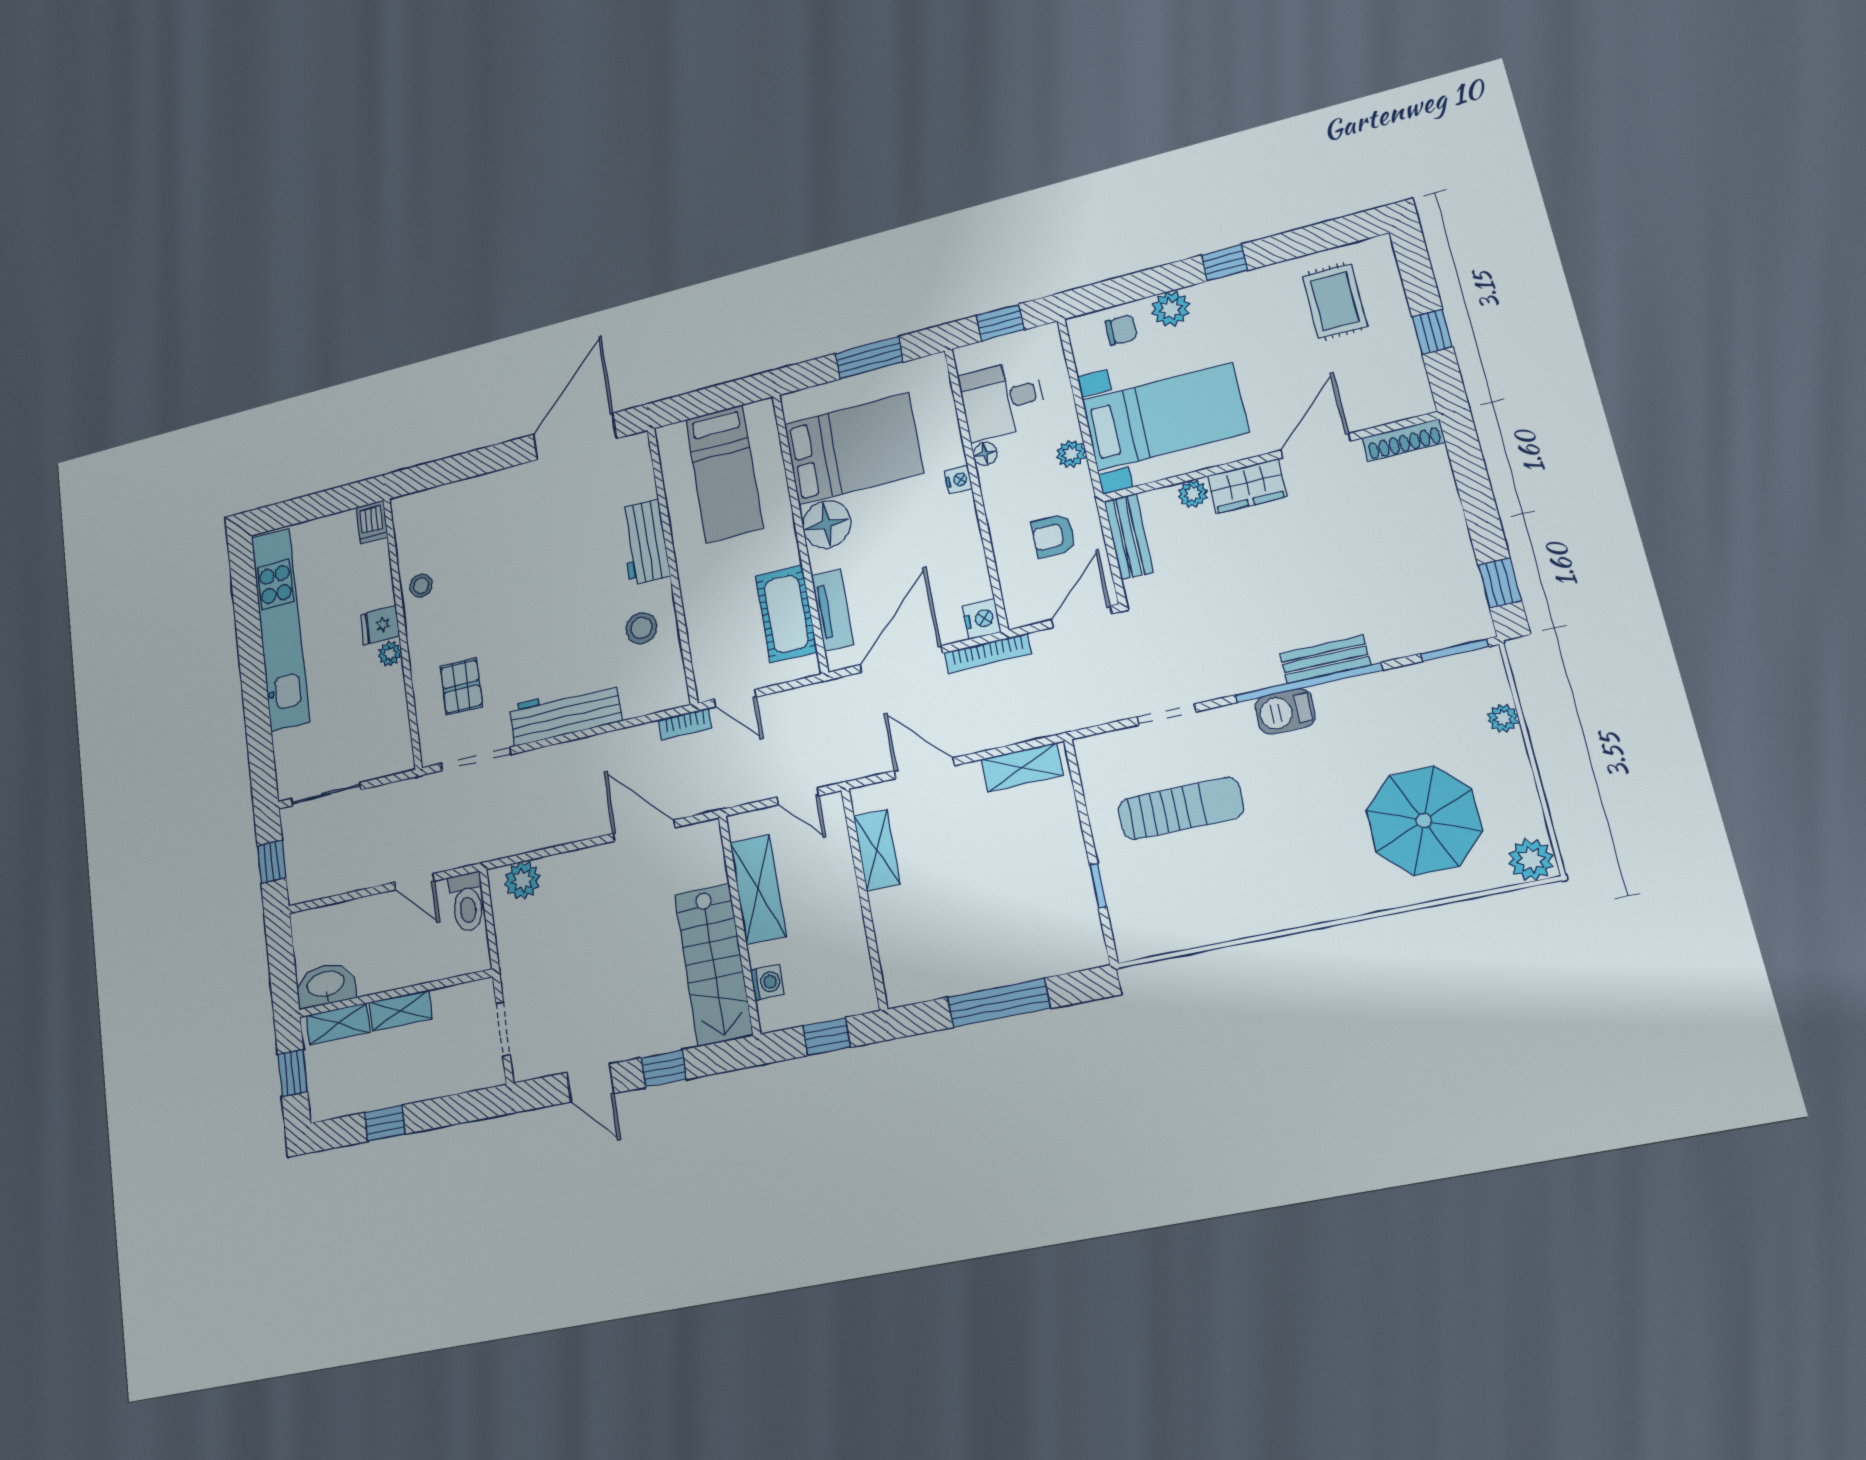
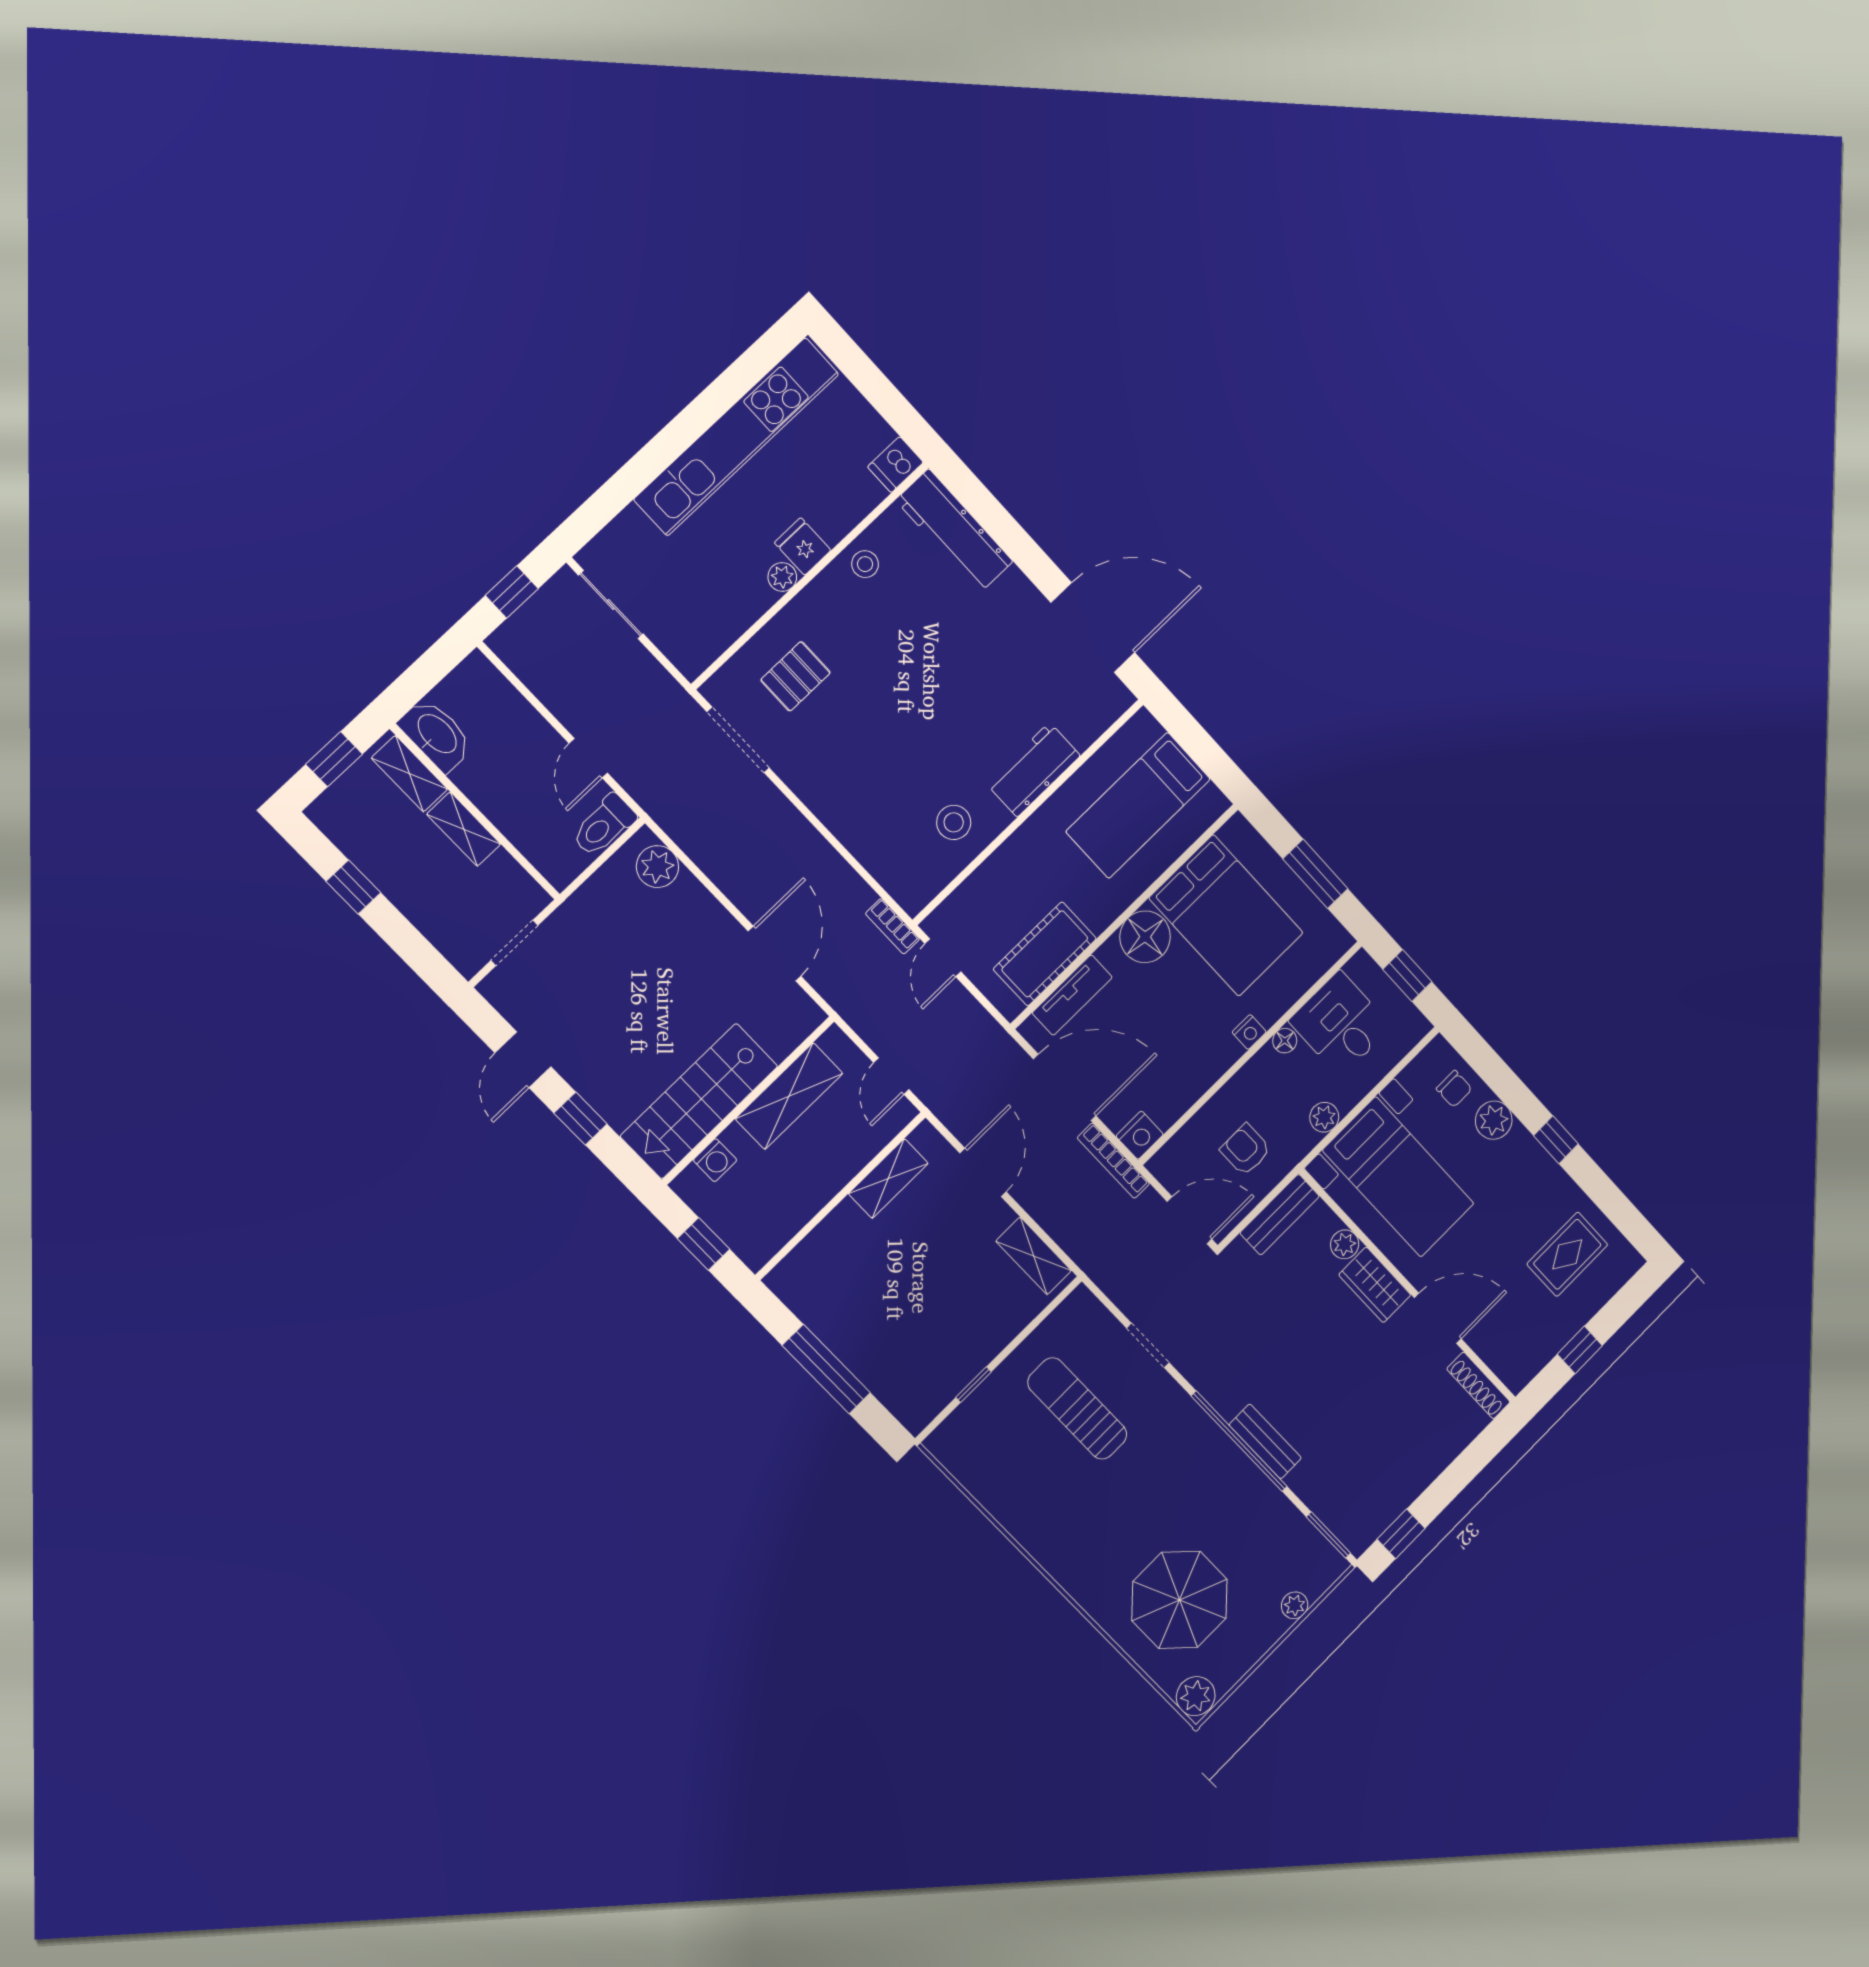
barbecue: (1285, 711) -> (1205, 1438), removed
workbench: (565, 713) -> (954, 531), moved, turned 180
sun lounger: (1181, 808) -> (1077, 1409), turned 180

